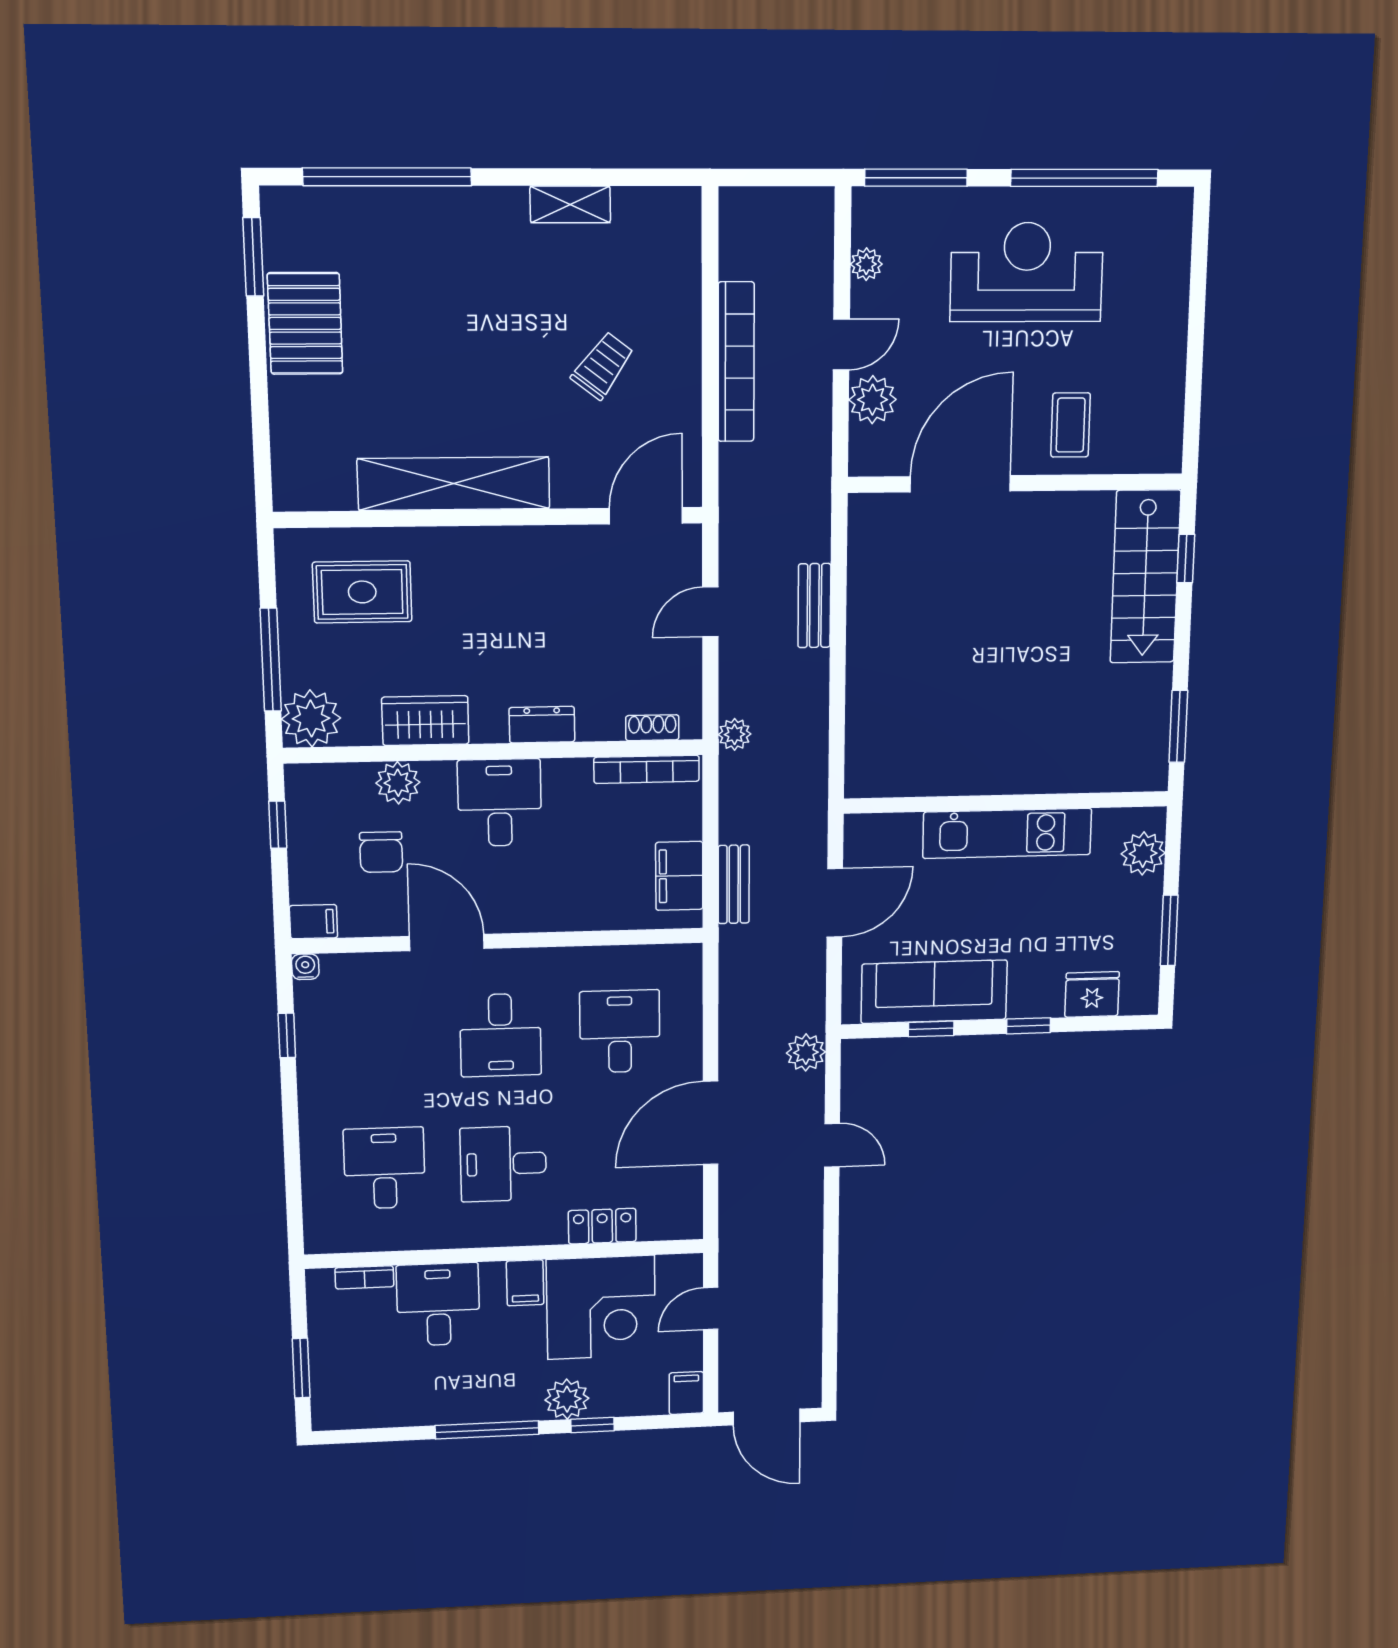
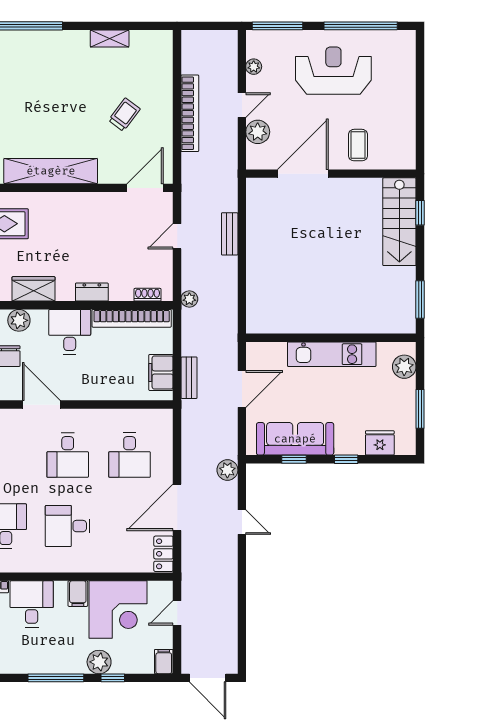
bookcase: (647, 769) -> (132, 318), width x1.48, depth x1.31
desk: (620, 1031) -> (130, 455), turned 180
locker: (602, 1226) -> (163, 554), moved, turned -90

